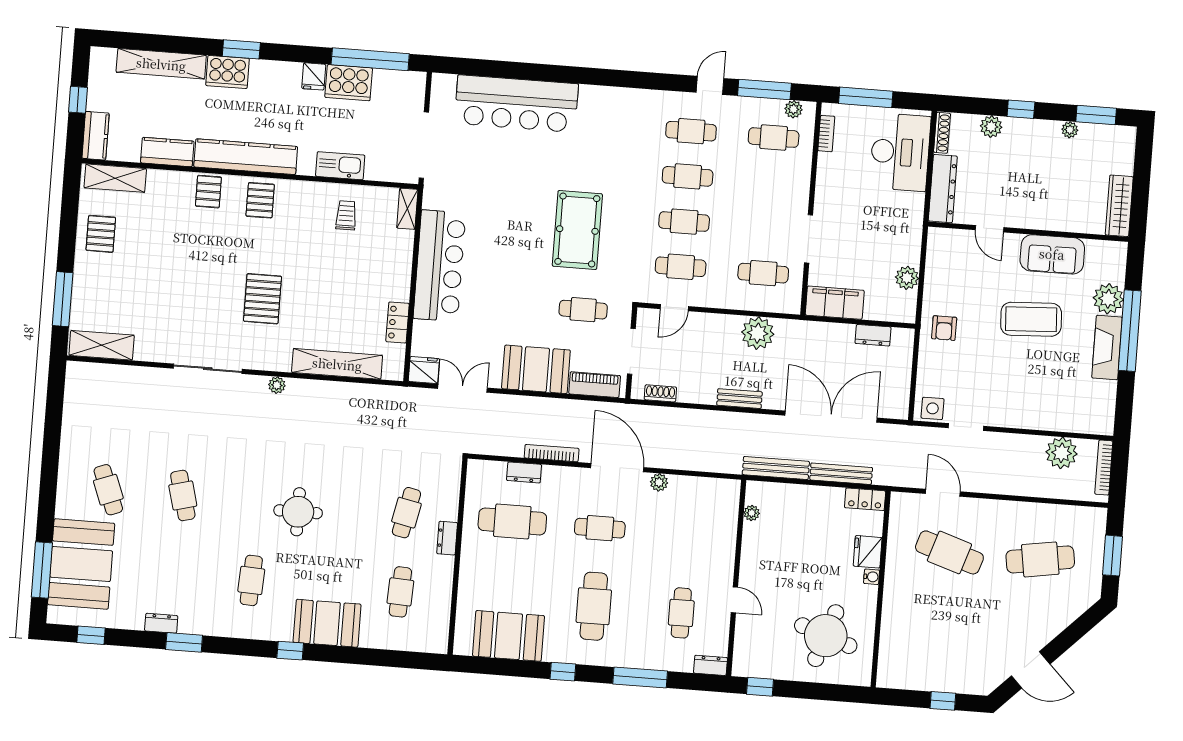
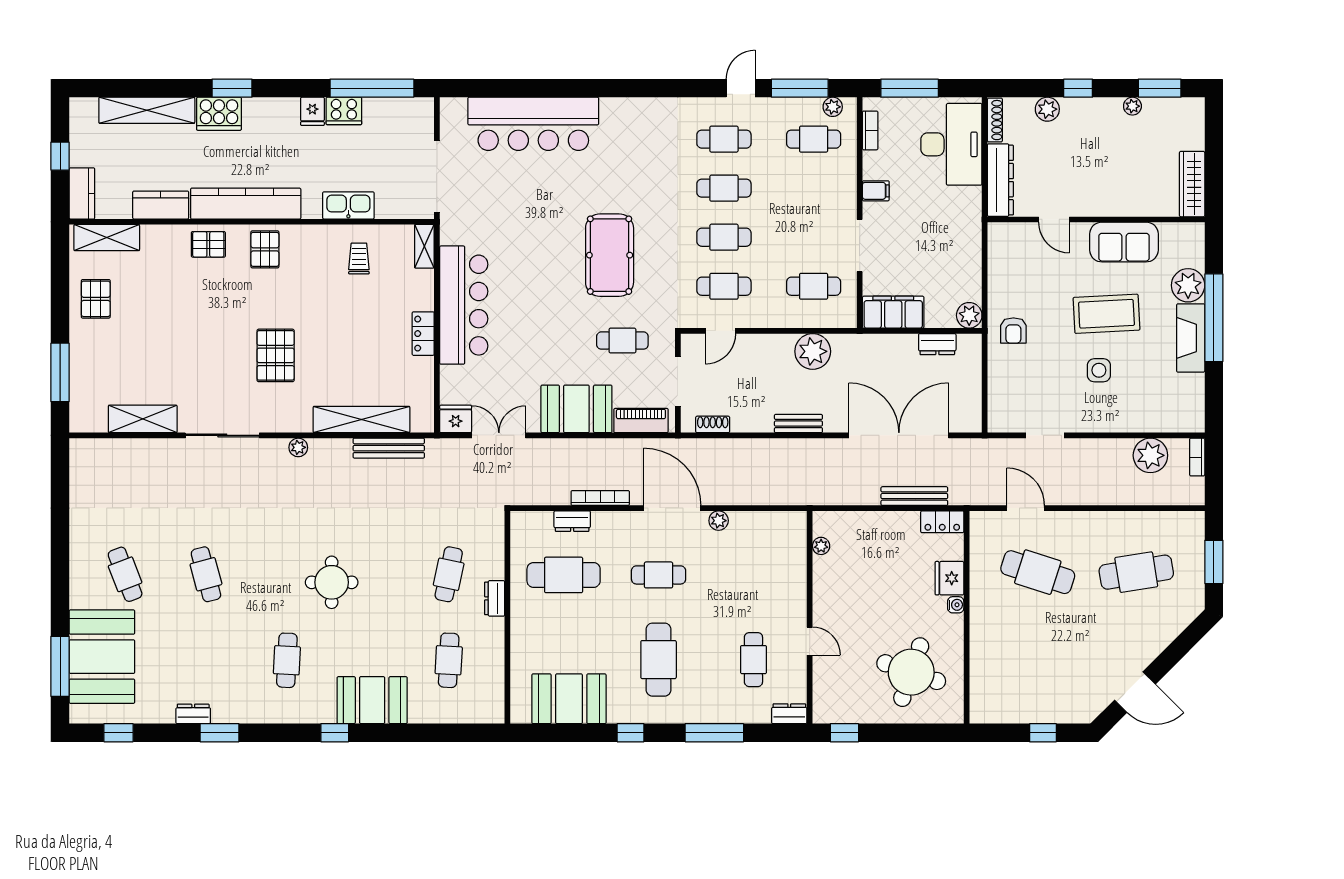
cooker: (349, 83) -> (344, 111), width x0.73, depth x0.76
filing cabinet: (827, 190) -> (876, 191), added
pallet: (208, 192) -> (208, 244), turned 90
plant: (907, 278) -> (969, 315), moved
locker: (397, 322) -> (423, 334), moved
shelving: (102, 345) -> (143, 419), moved
side table: (933, 408) -> (1099, 370), moved
bench: (776, 468) -> (389, 448), moved
bookcase: (1104, 468) -> (1197, 457), width x0.64

